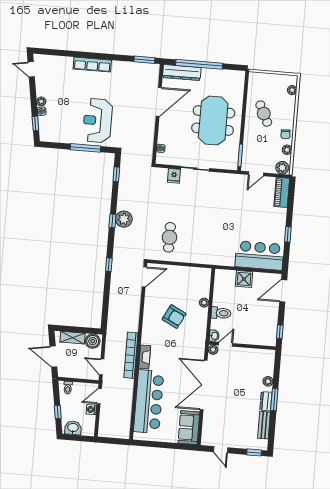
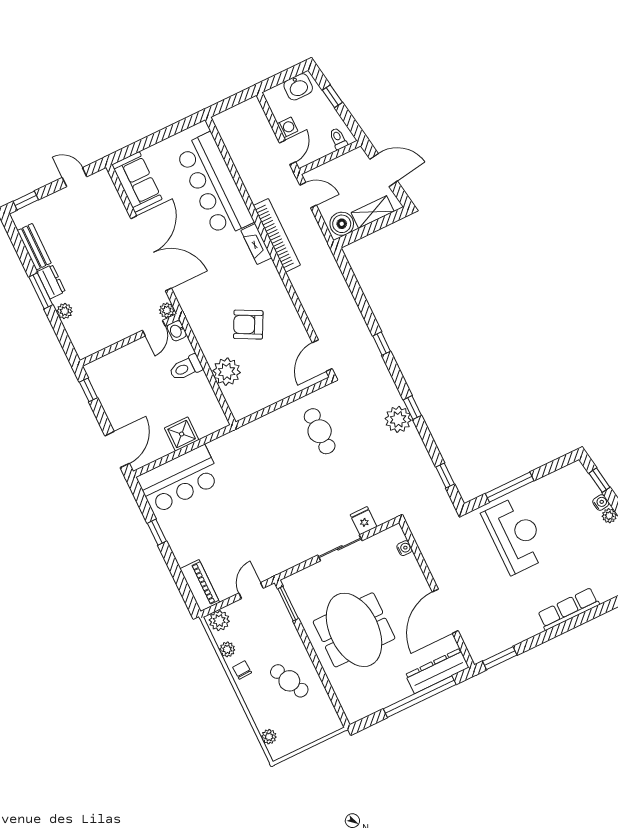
plant: (204, 303) -> (227, 372), width x1.88, depth x1.88

